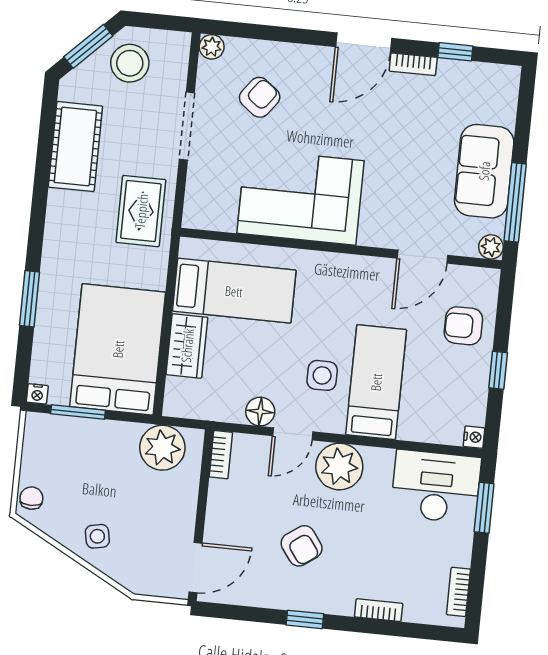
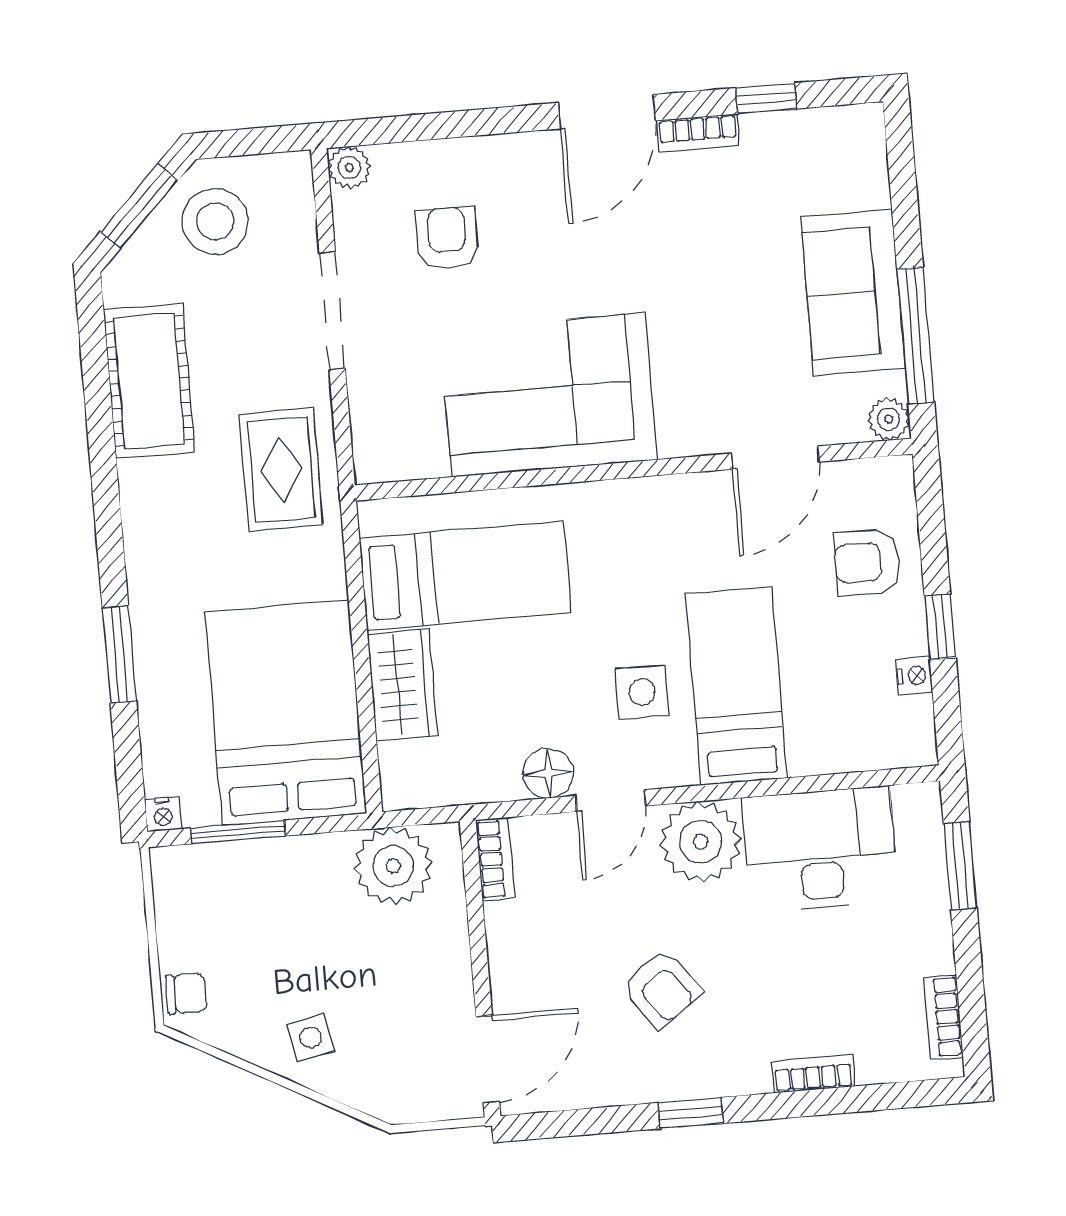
armchair: (260, 97) -> (447, 238), turned -37
nightstand: (474, 437) -> (914, 676), moved
desk: (436, 487) -> (820, 849), moved
chair: (31, 498) -> (186, 993), turned 90

